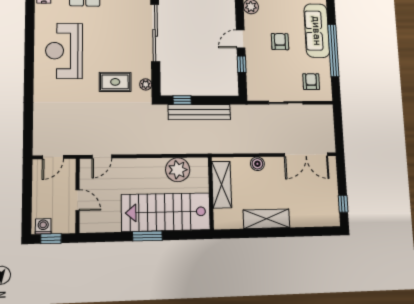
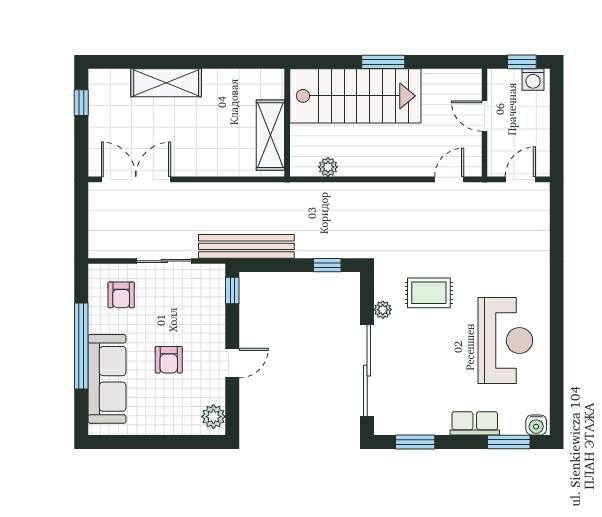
window: (242, 64) -> (232, 290), moved
plant: (146, 84) -> (383, 310), moved
bench: (199, 112) -> (246, 246), moved
boiler: (257, 164) -> (214, 166), removed
plant: (178, 170) -> (328, 167), width x0.53, depth x0.53
shelving: (266, 219) -> (166, 83), moved

